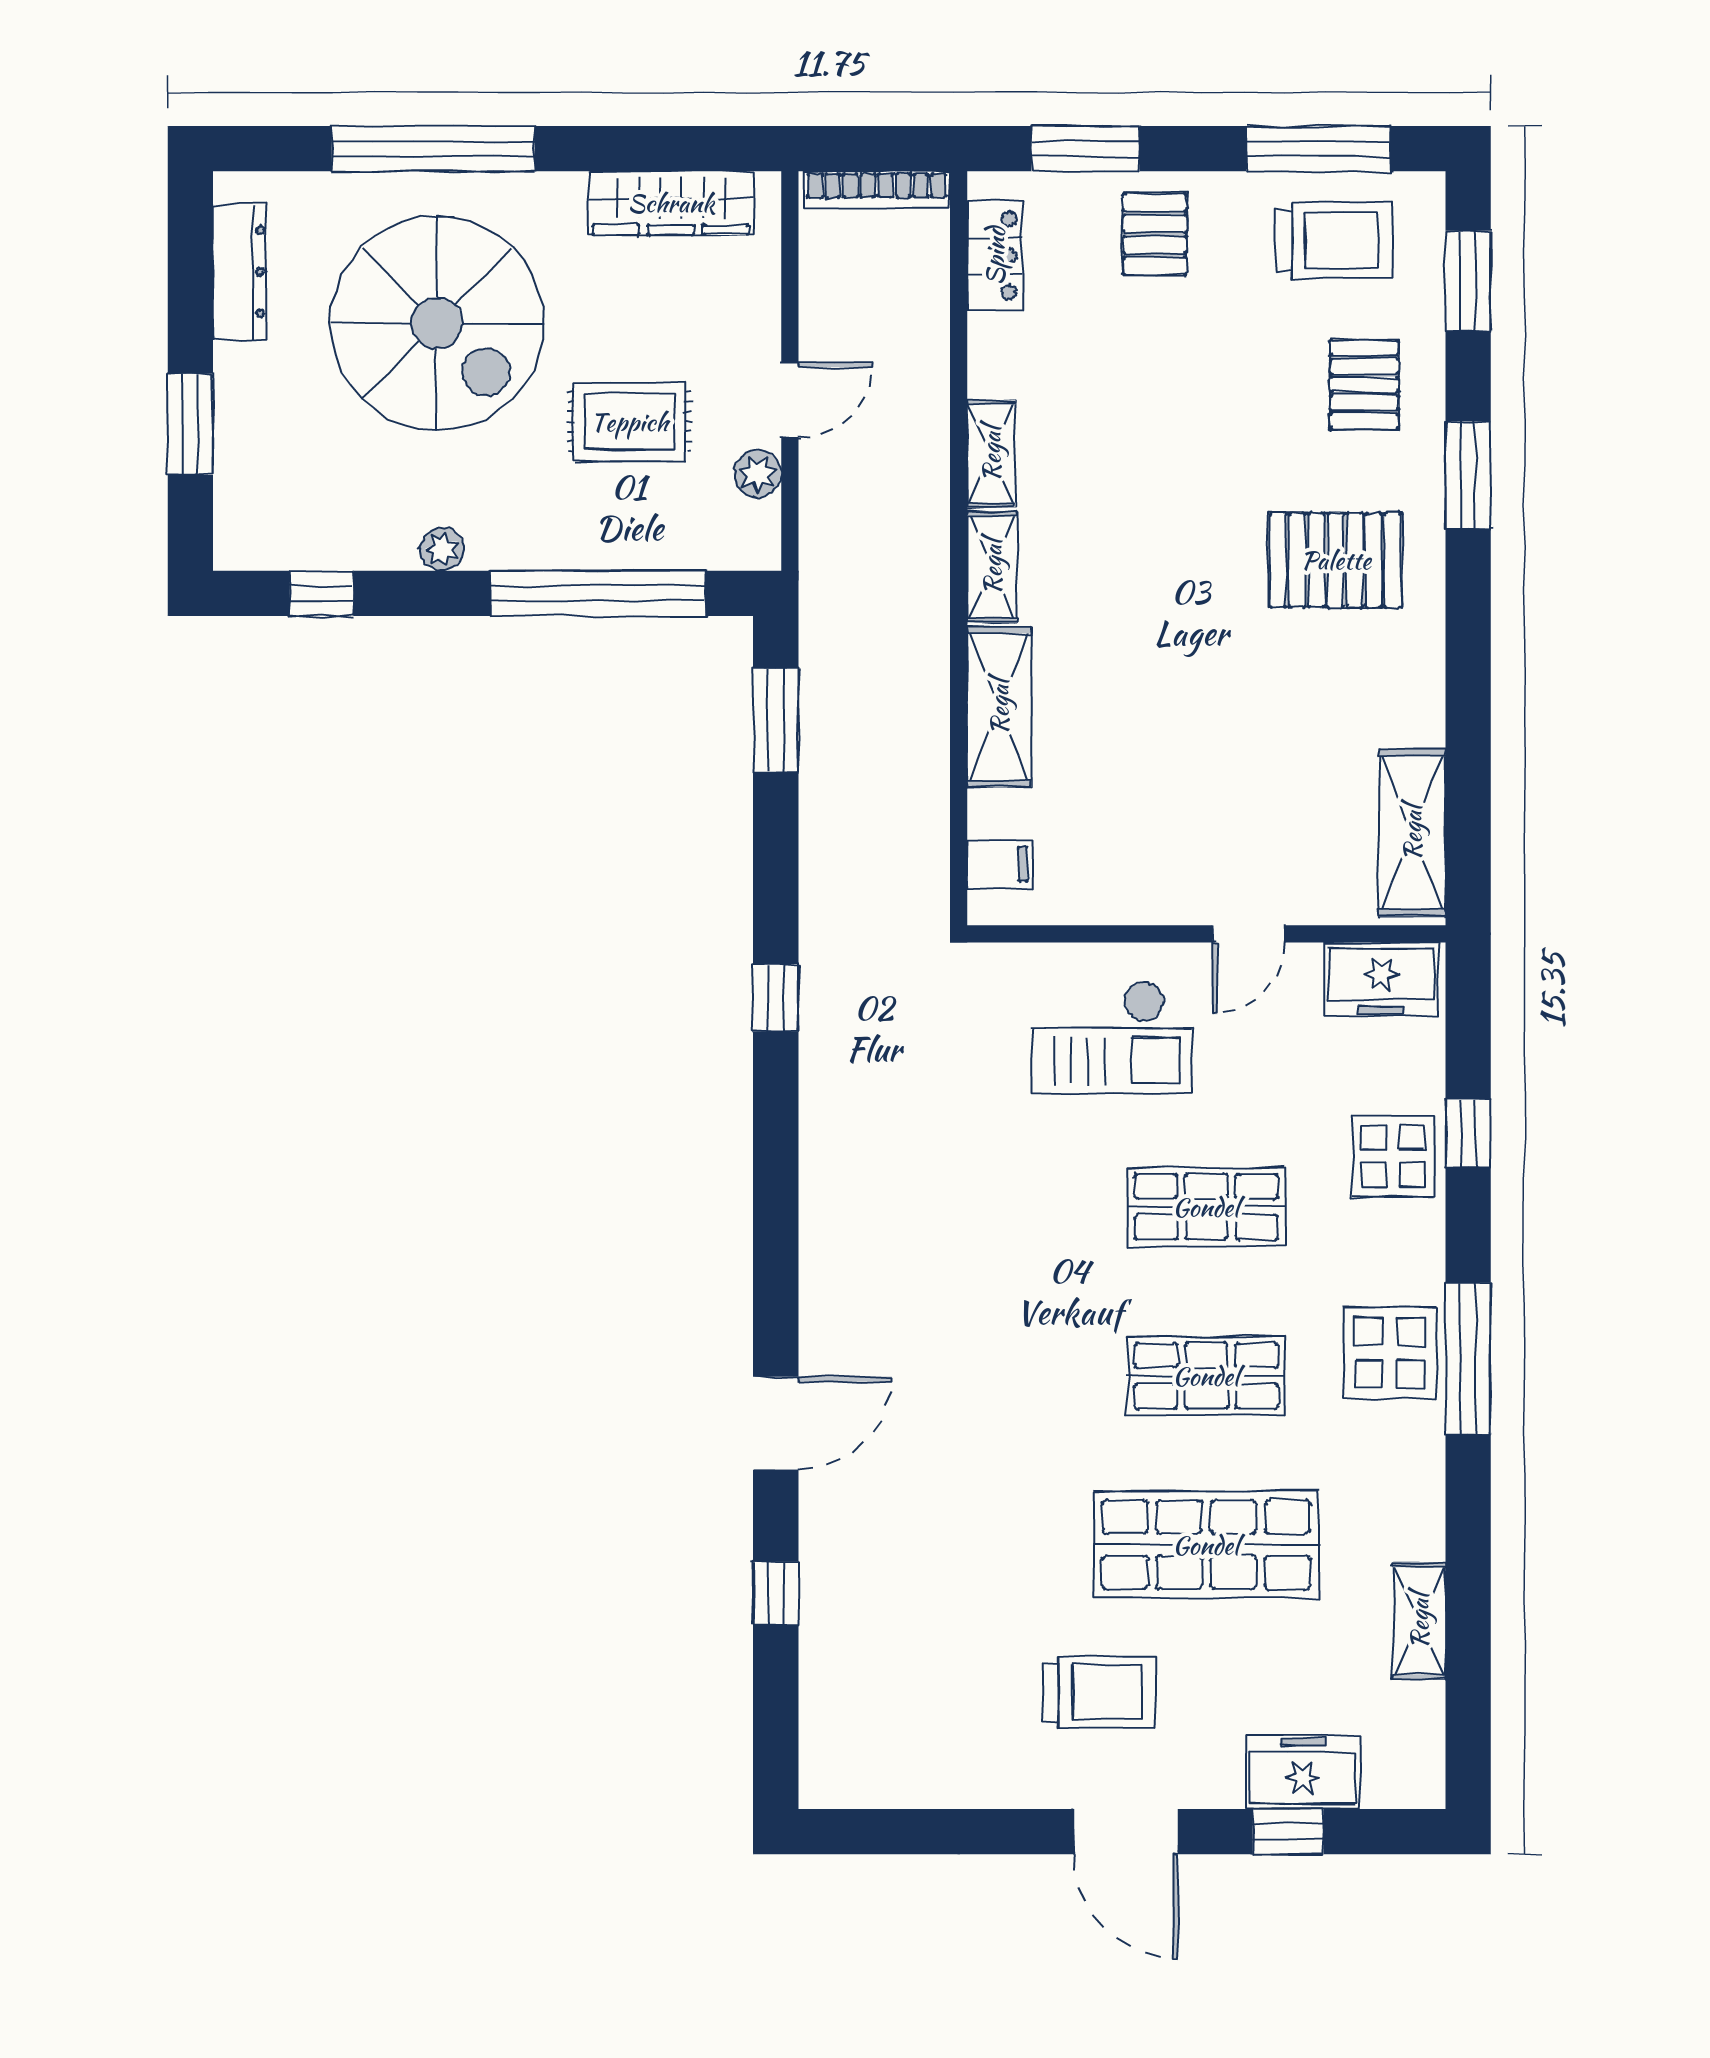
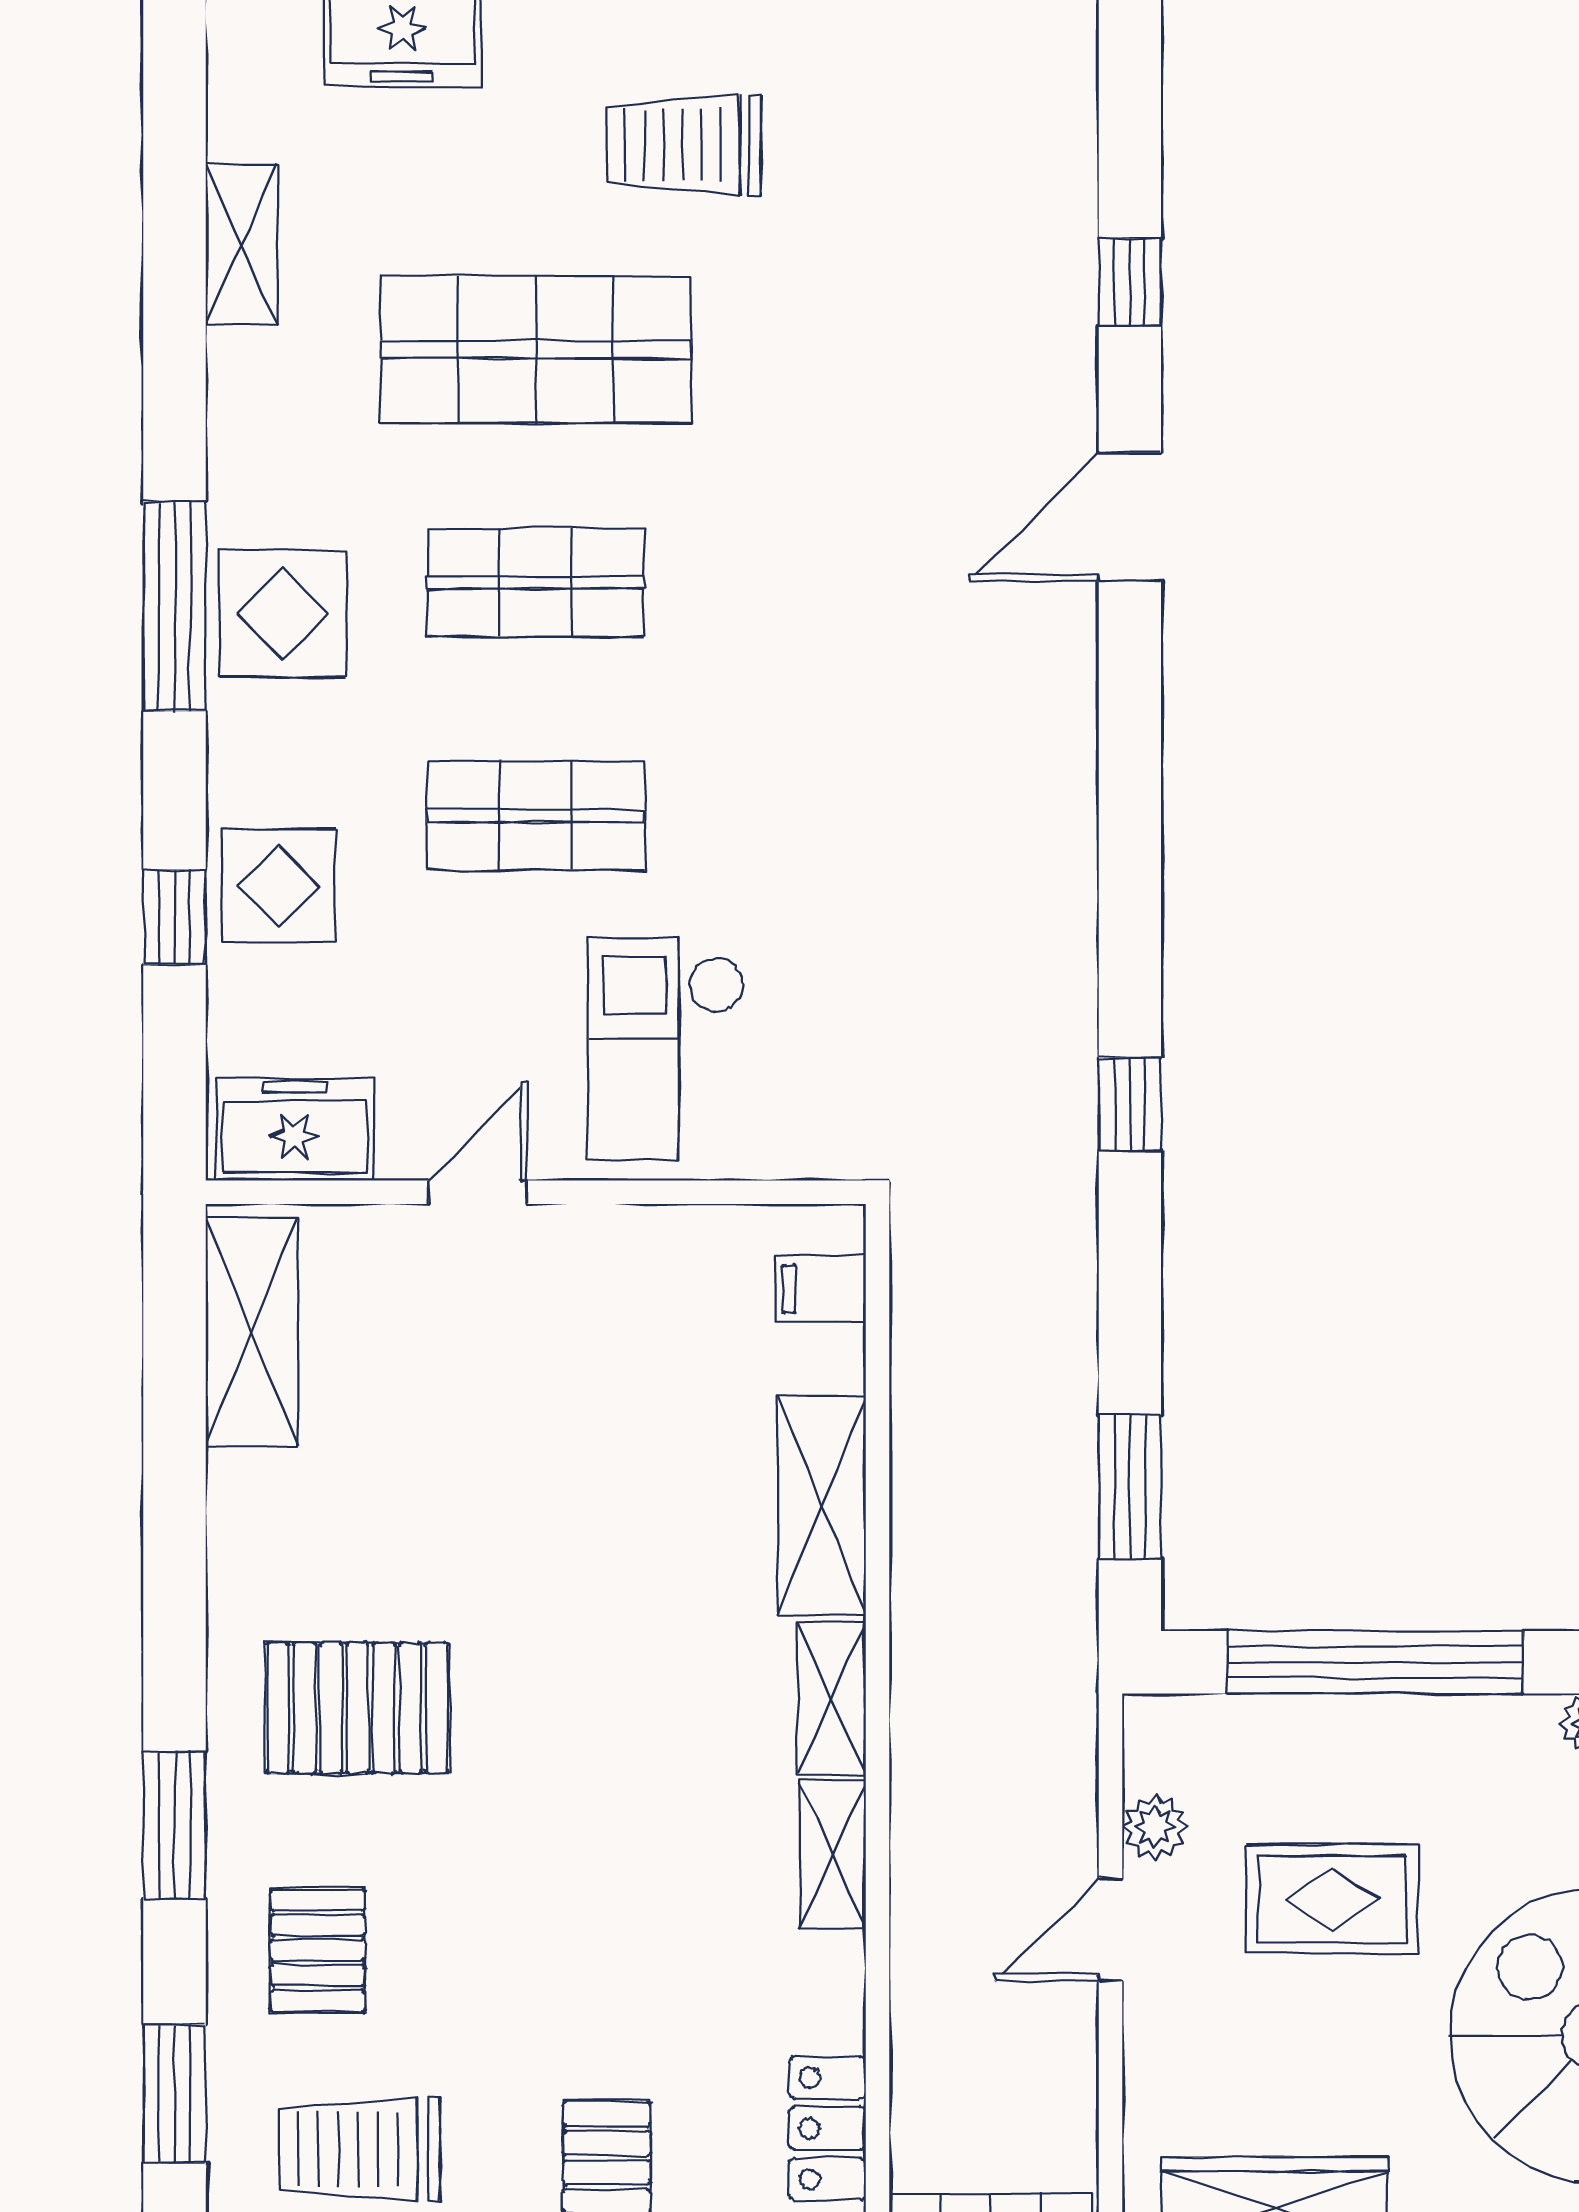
checkout: (1112, 1037) -> (666, 1049), turned -90

